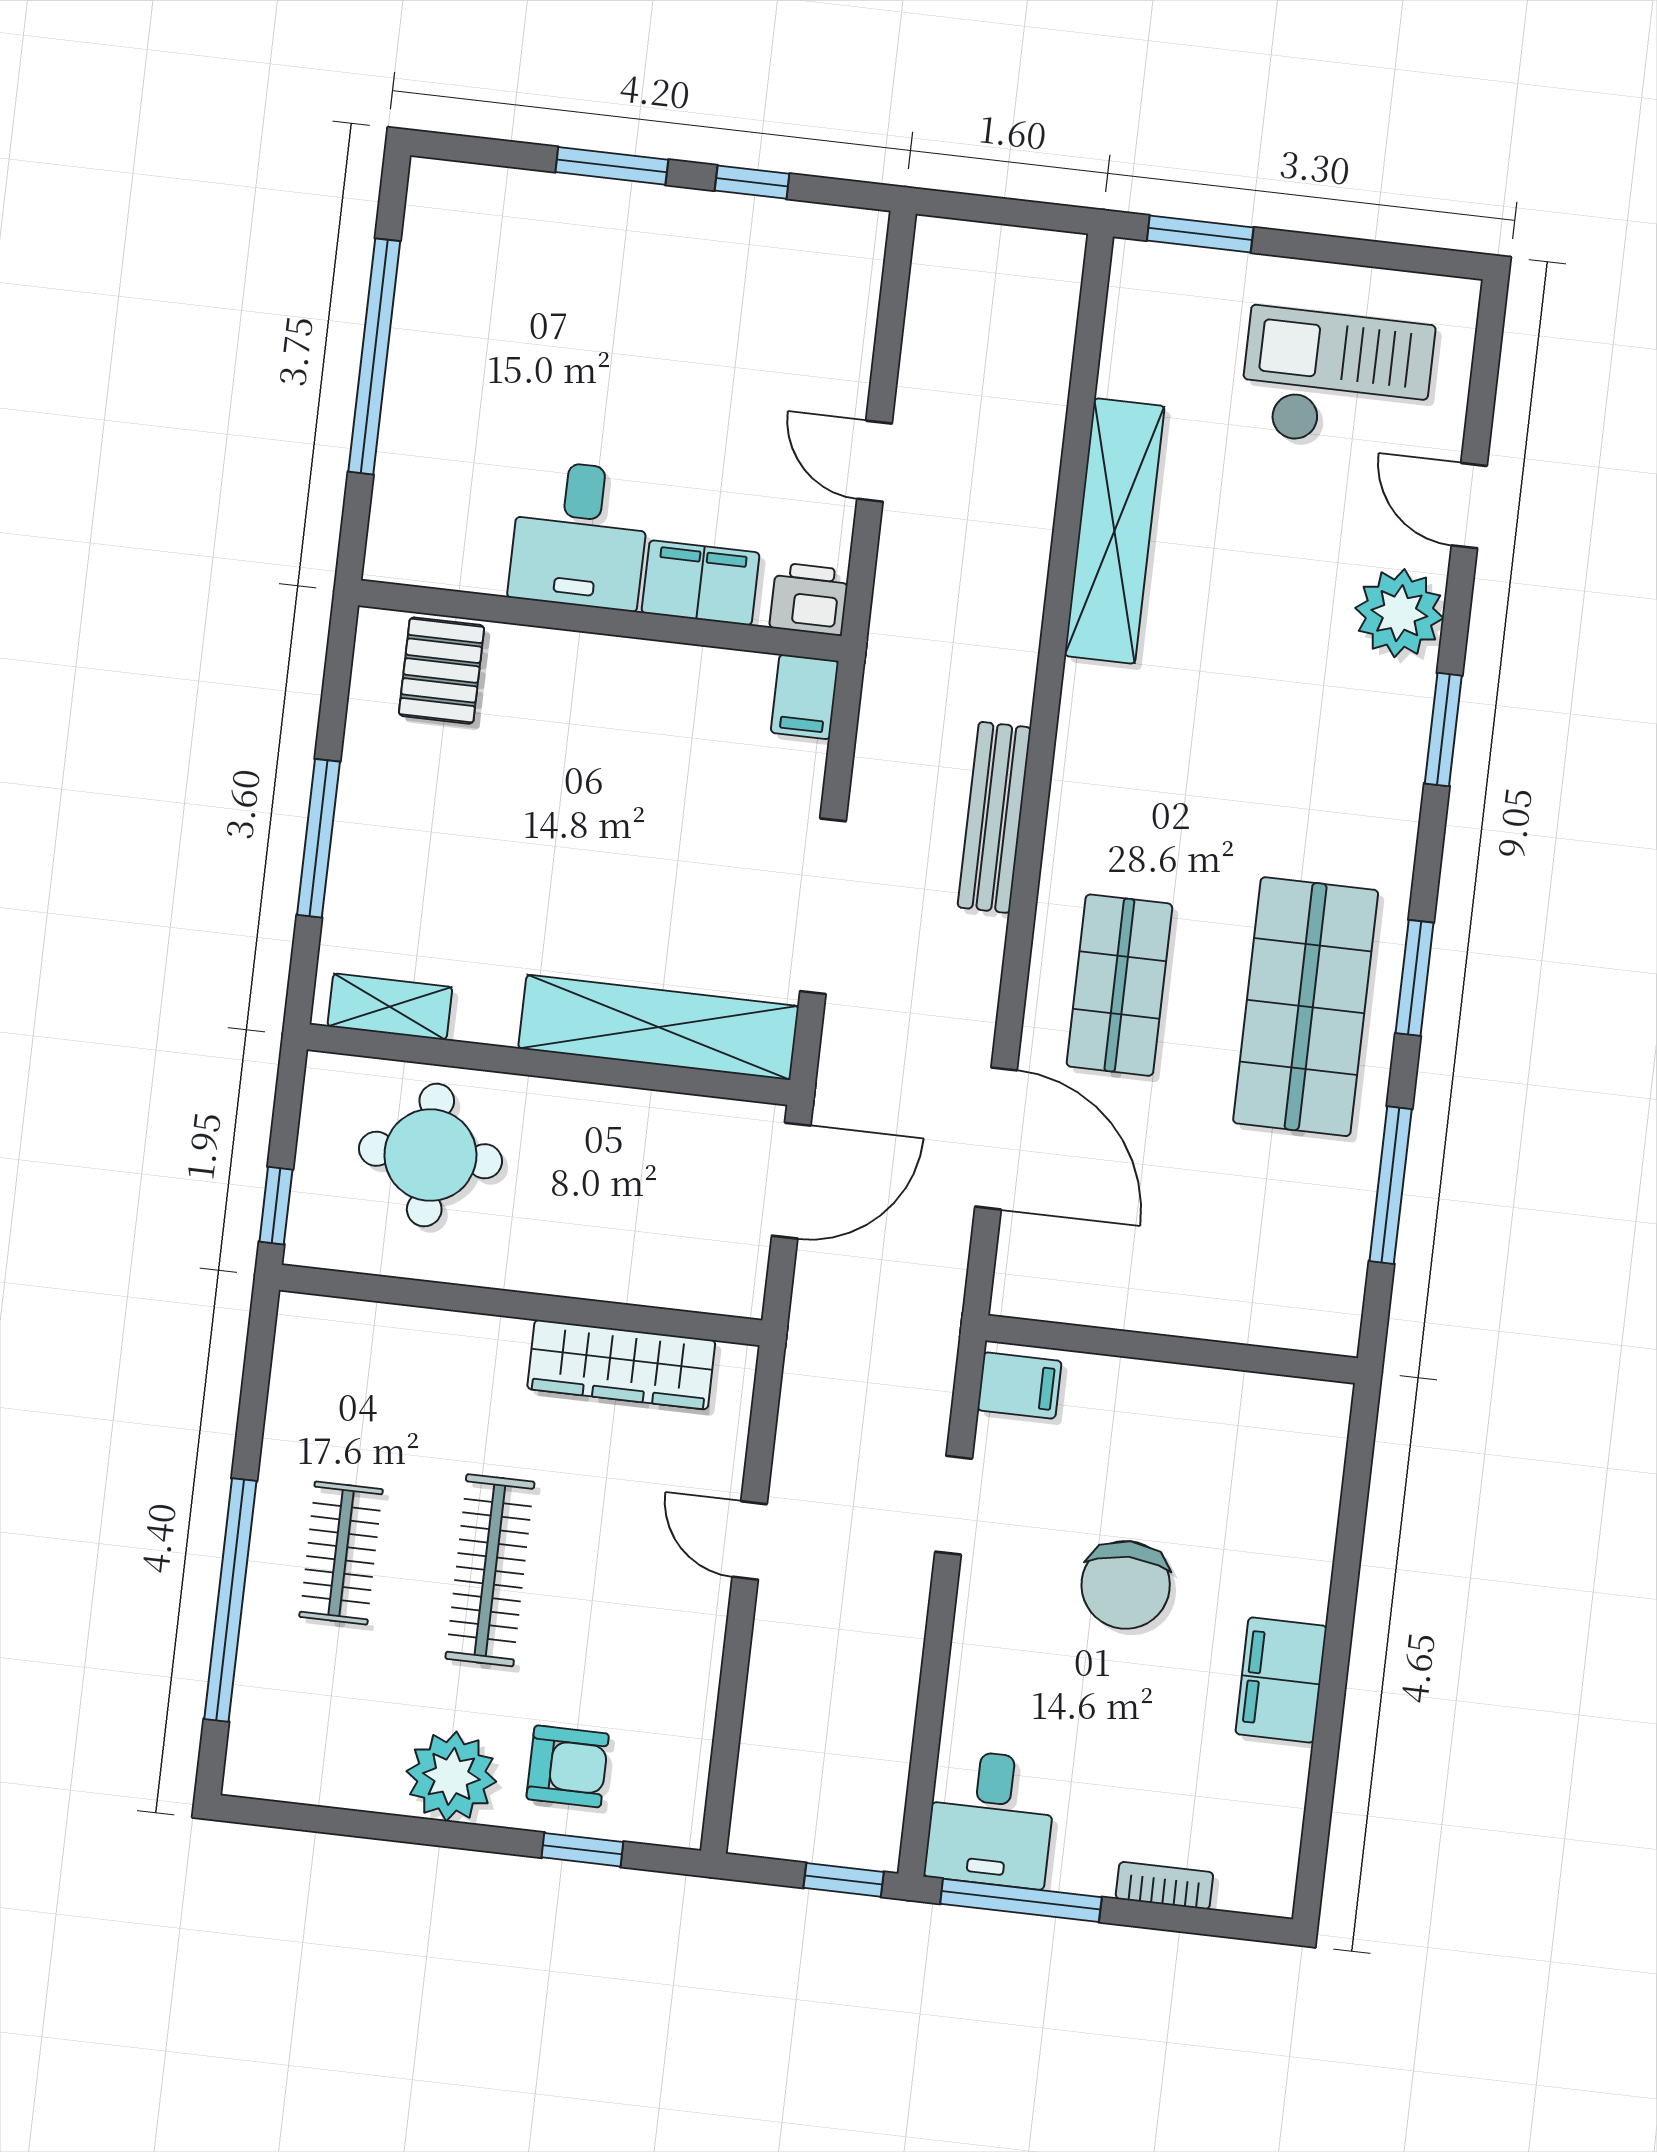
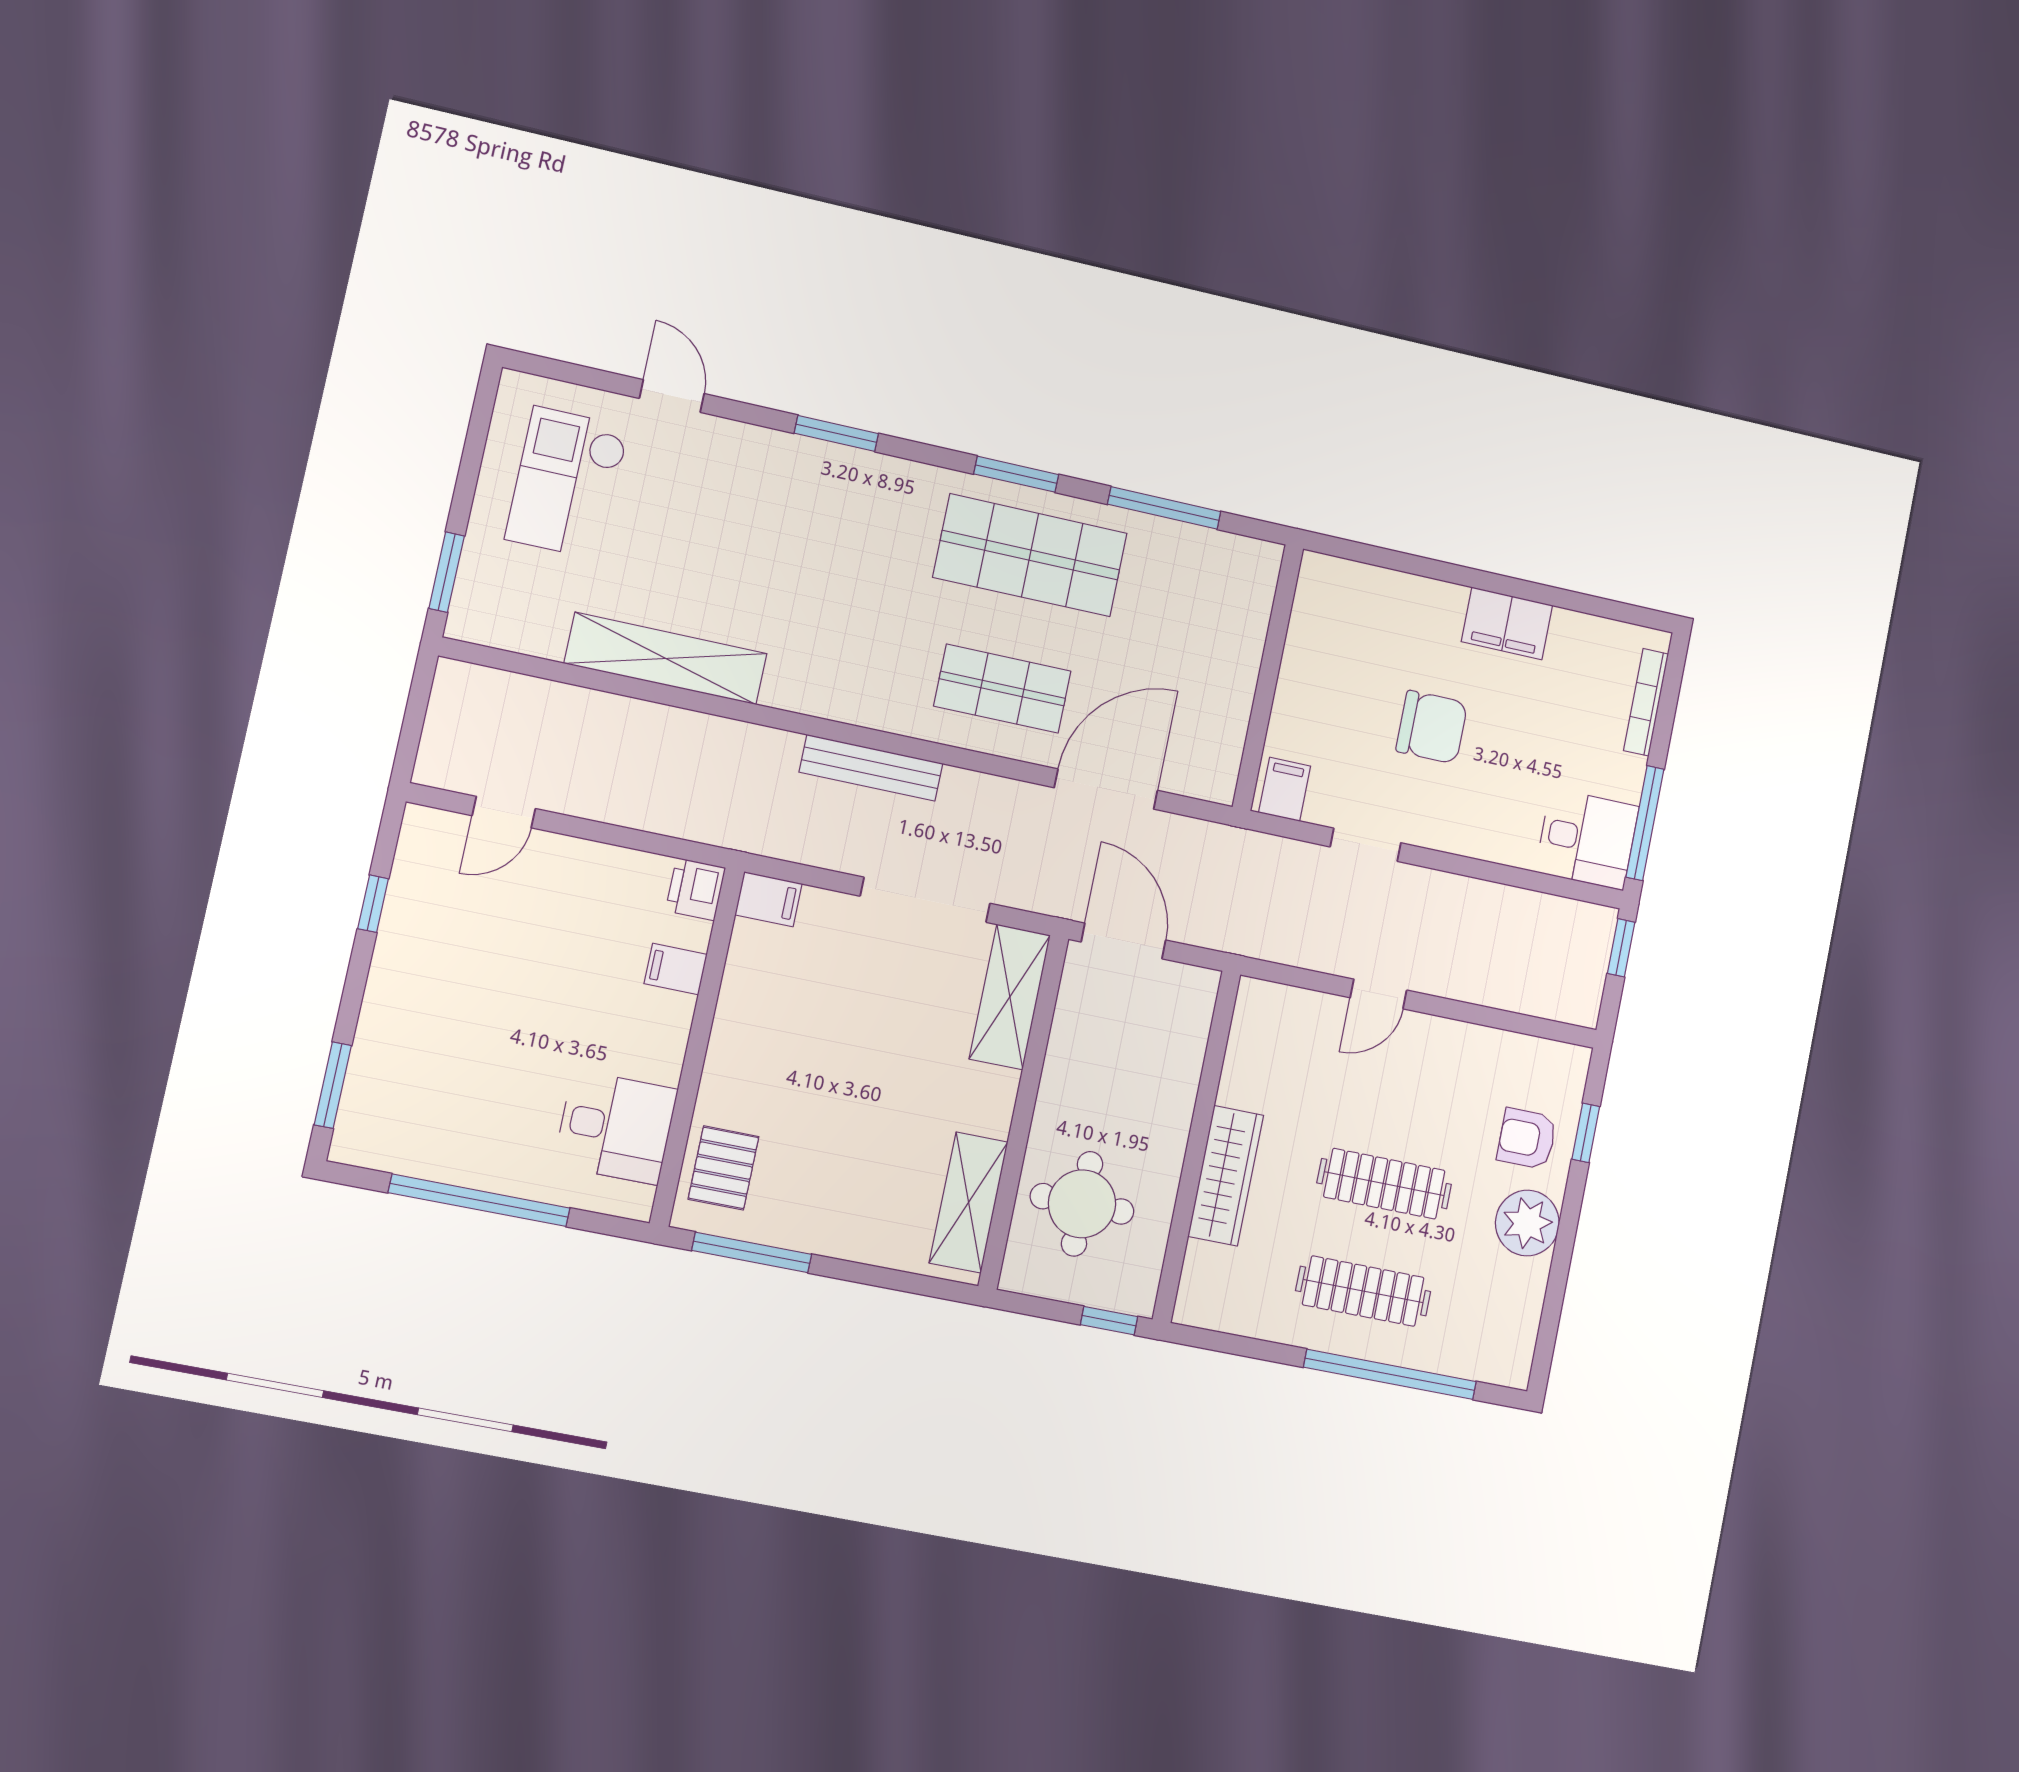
window: (612, 166) -> (333, 1085), moved
door: (874, 461) -> (504, 812), moved
door: (1469, 506) -> (672, 396), swing flipped
desk: (580, 535) -> (616, 1127), moved
filing cabinet: (701, 583) -> (676, 969), width x0.50
plant: (1399, 613) -> (747, 456), removed
pallet: (441, 671) -> (724, 1168), turned 90
window: (318, 838) -> (752, 1252), moved
shelving: (390, 1007) -> (969, 1202), width x1.50, depth x1.33
shelving: (659, 1027) -> (1010, 997), width x0.68
wardrobe: (621, 1365) -> (1226, 1176), moved
clothes rail: (341, 1553) -> (1363, 1291), width x1.36
armchair: (568, 1766) -> (1527, 1139), turned -90
bookcase: (1164, 1886) -> (1646, 702), width x1.56

